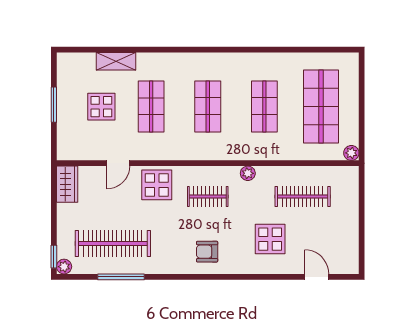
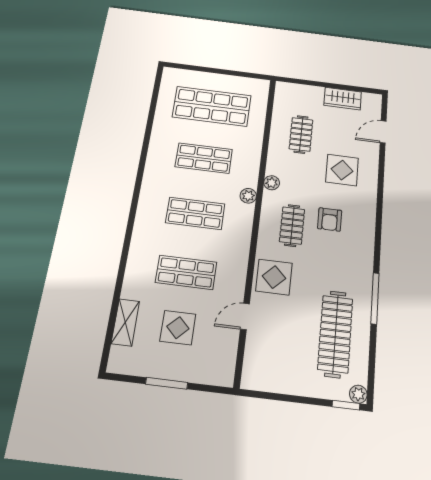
shelving: (116, 61) -> (125, 322), moved
plant: (351, 153) -> (248, 196), moved
door: (118, 163) -> (245, 316), swing flipped
wardrobe: (67, 184) -> (343, 99), moved, turned 180
clothes rail: (303, 197) -> (301, 134), width x0.73
armchair: (207, 252) -> (330, 219), moved
window: (121, 277) -> (375, 298), moved

